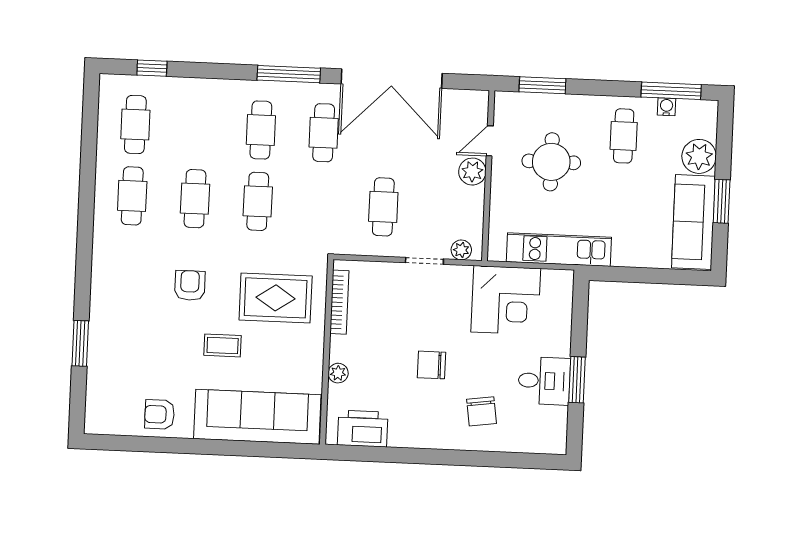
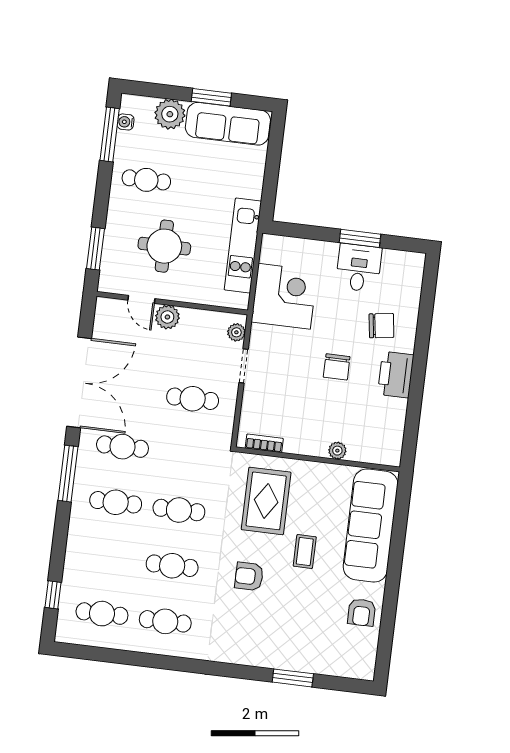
water cooler: (666, 107) -> (126, 122), moved
bookcase: (339, 302) -> (264, 443), width x0.64
printer: (363, 429) -> (396, 375), moved

